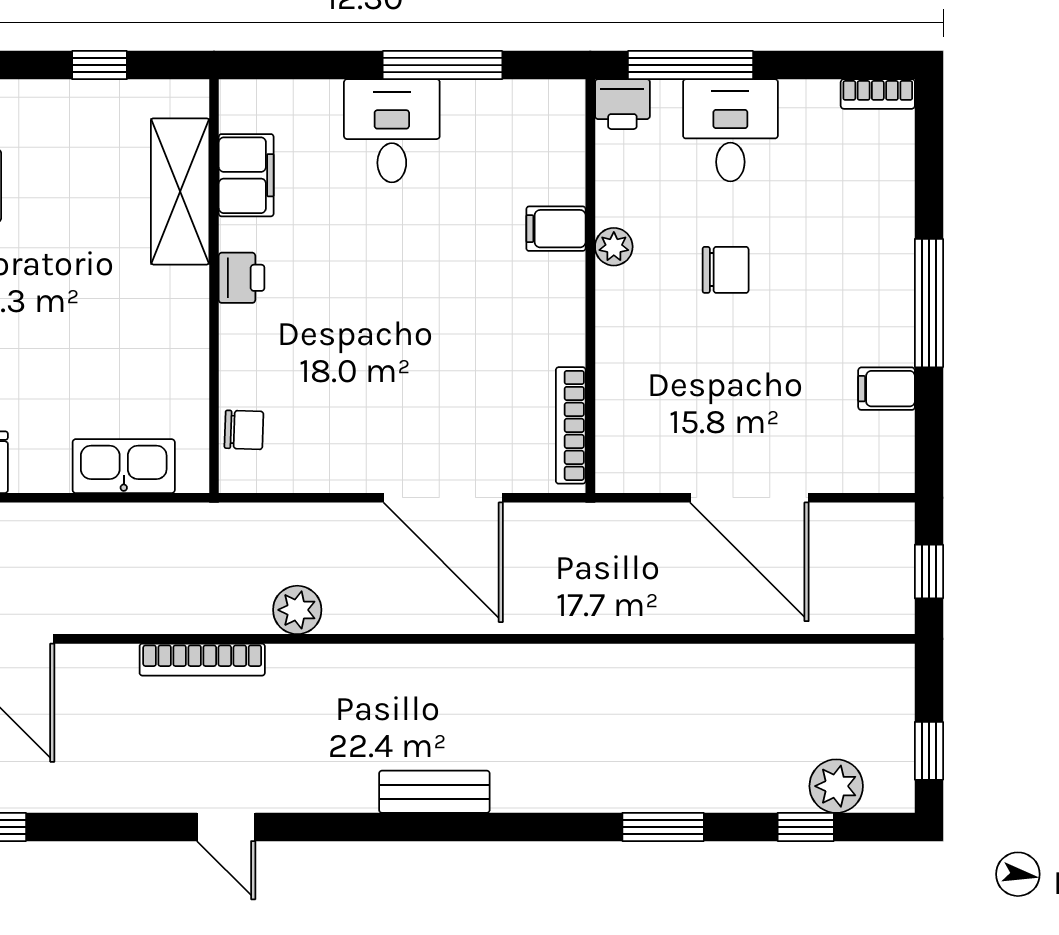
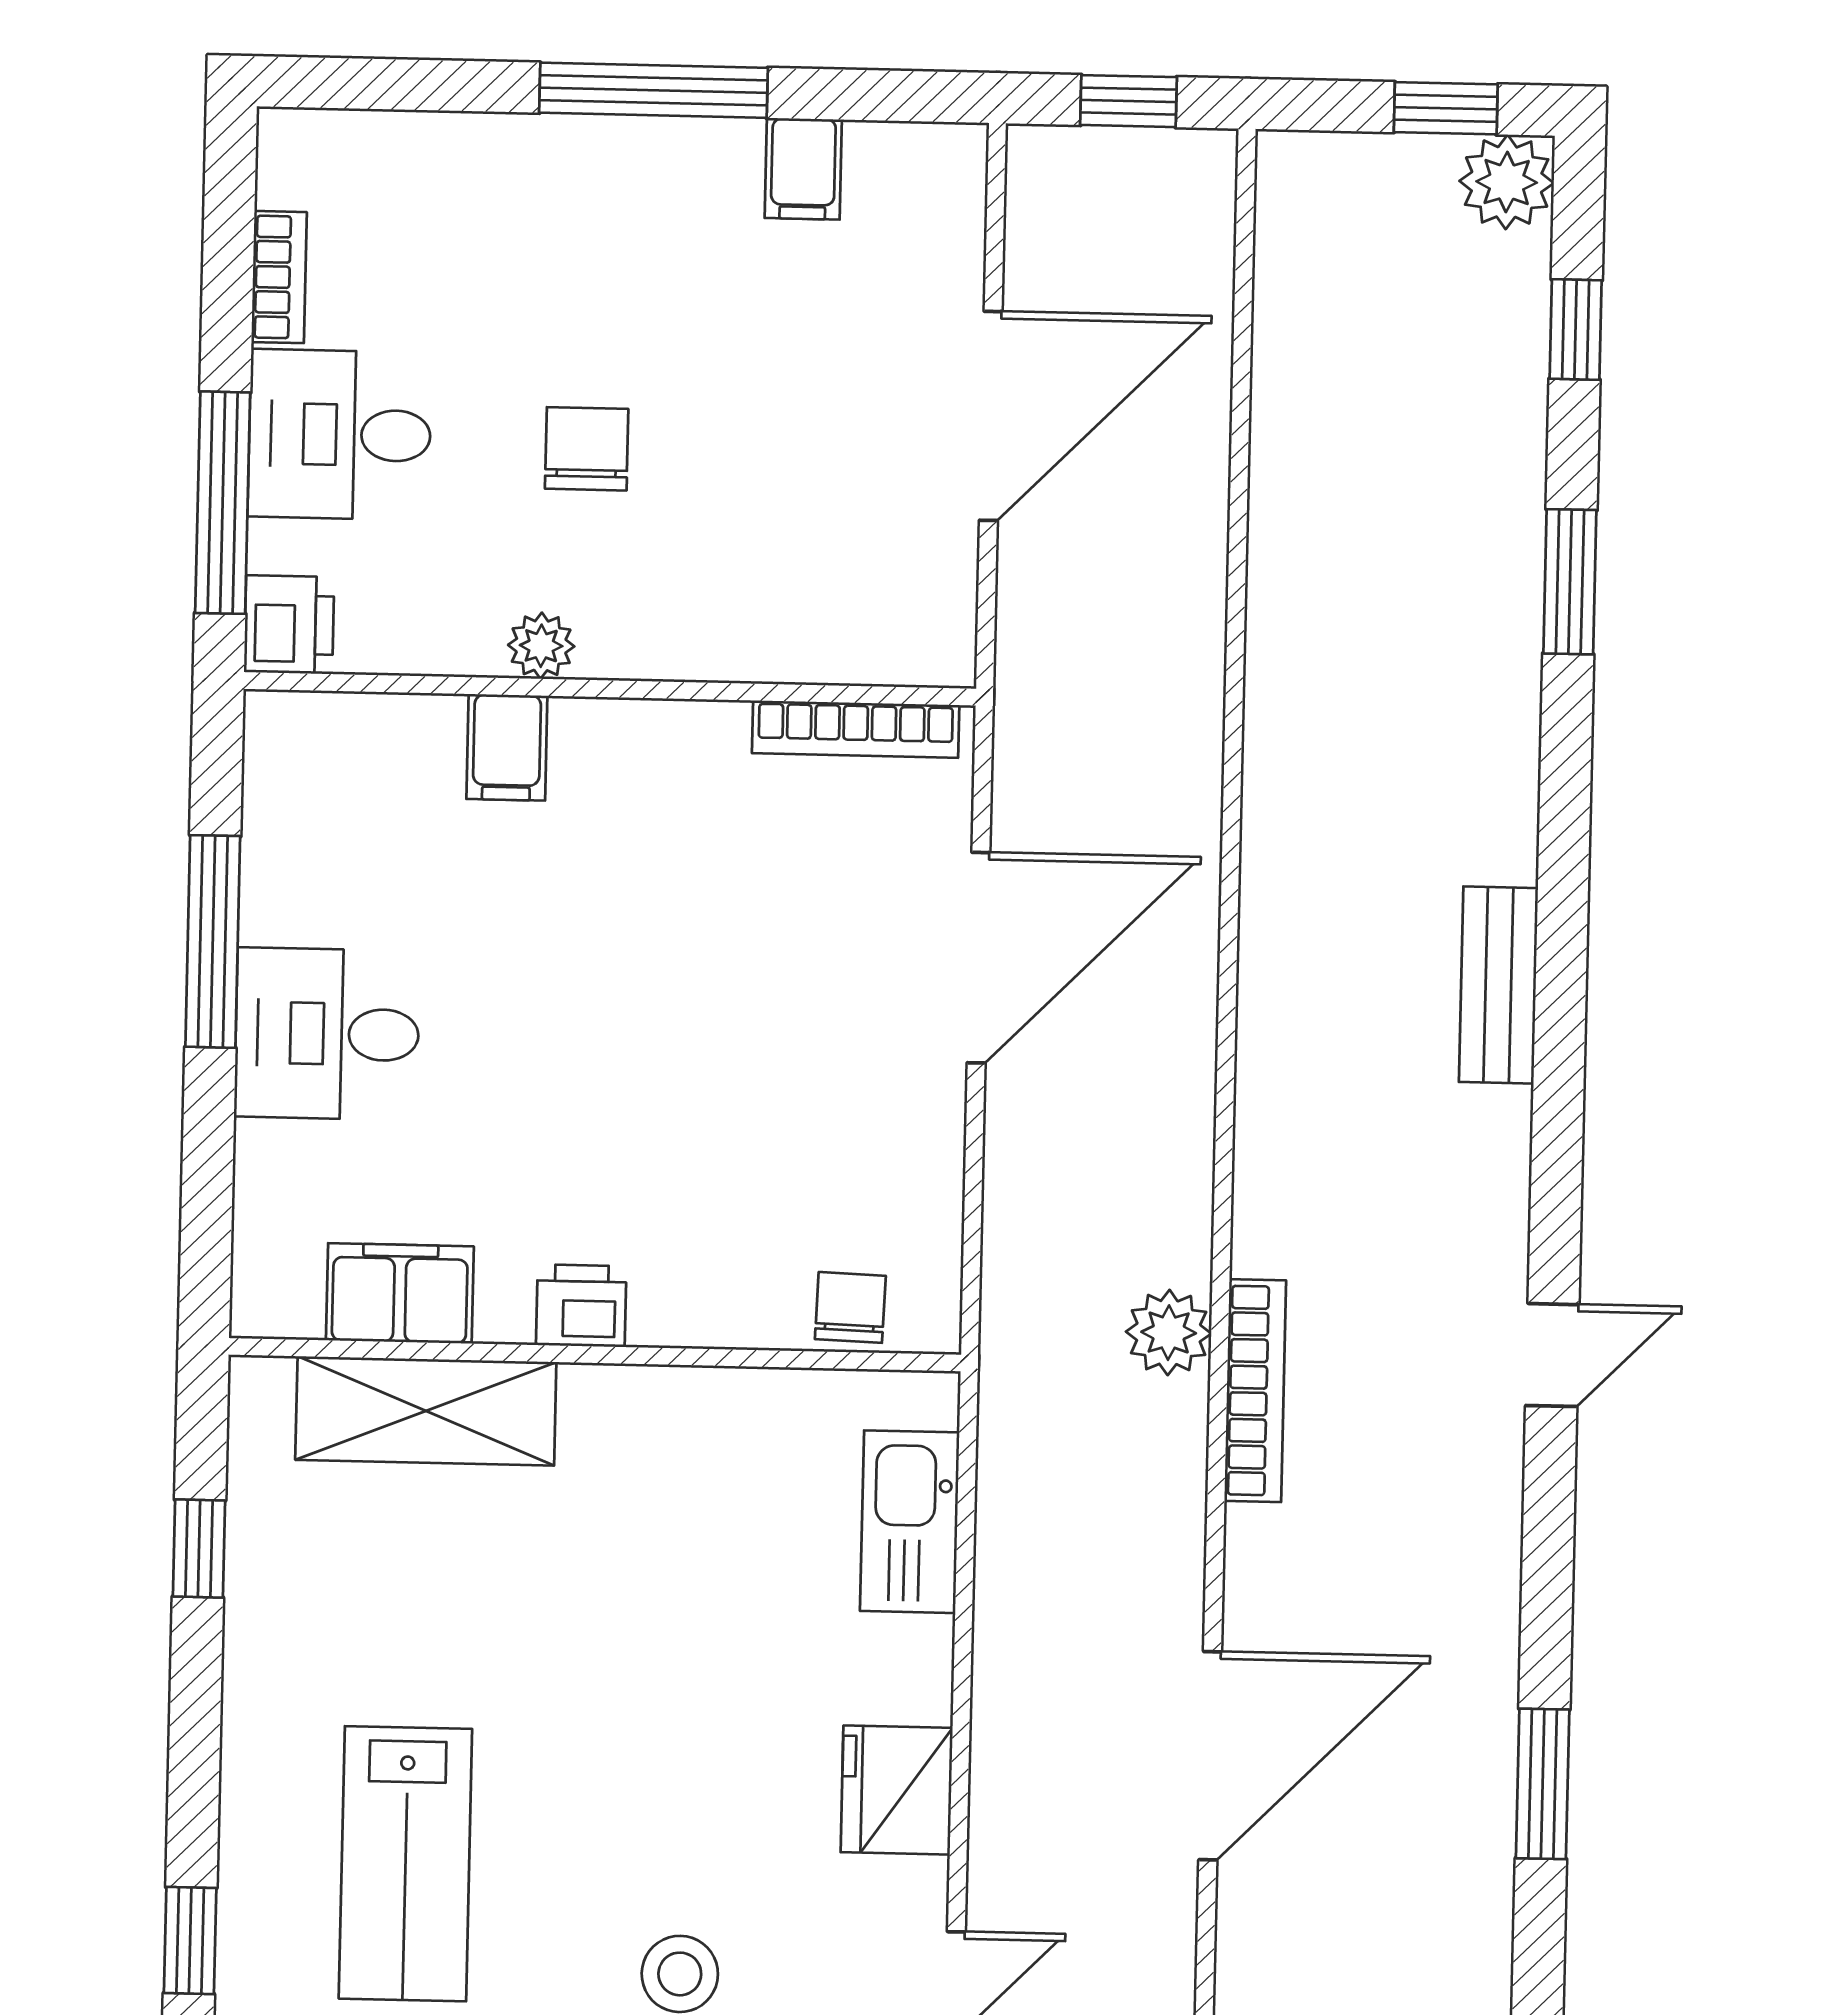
bookcase: (878, 94) -> (279, 277), moved
plant: (297, 610) -> (1169, 1333), moved
plant: (836, 786) -> (1507, 182), moved

